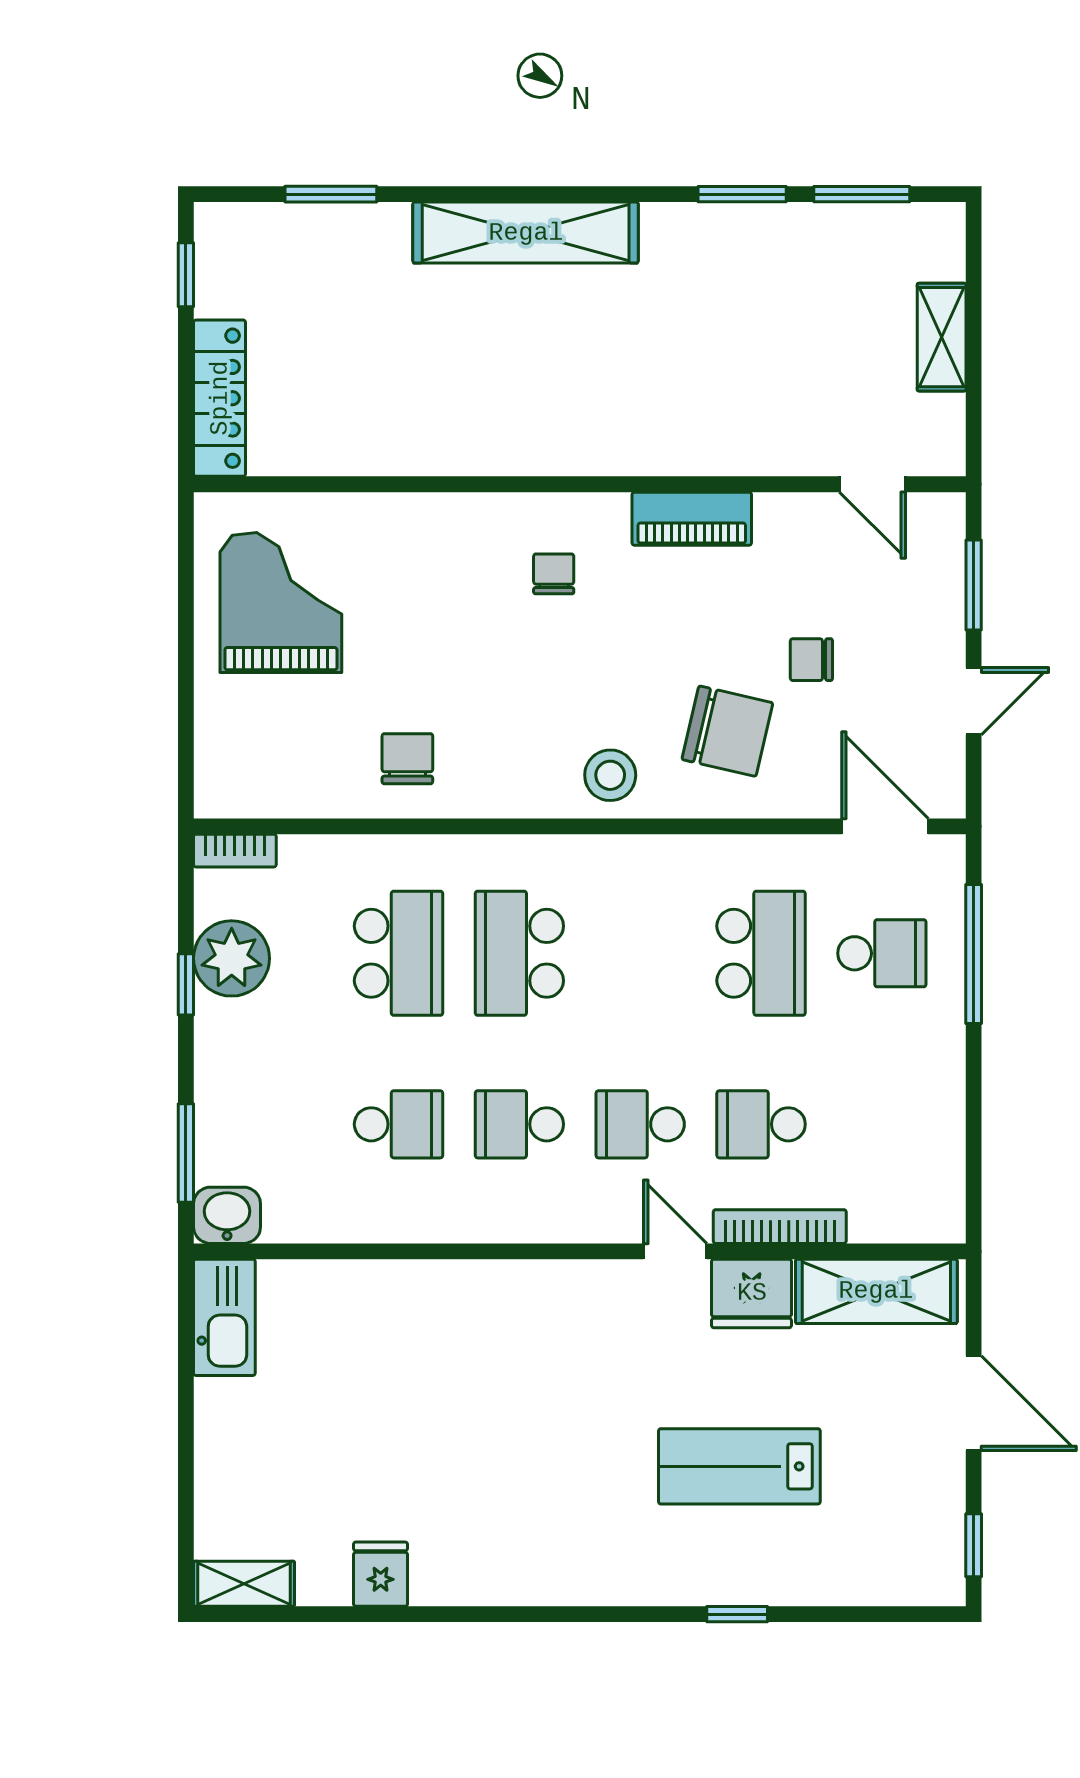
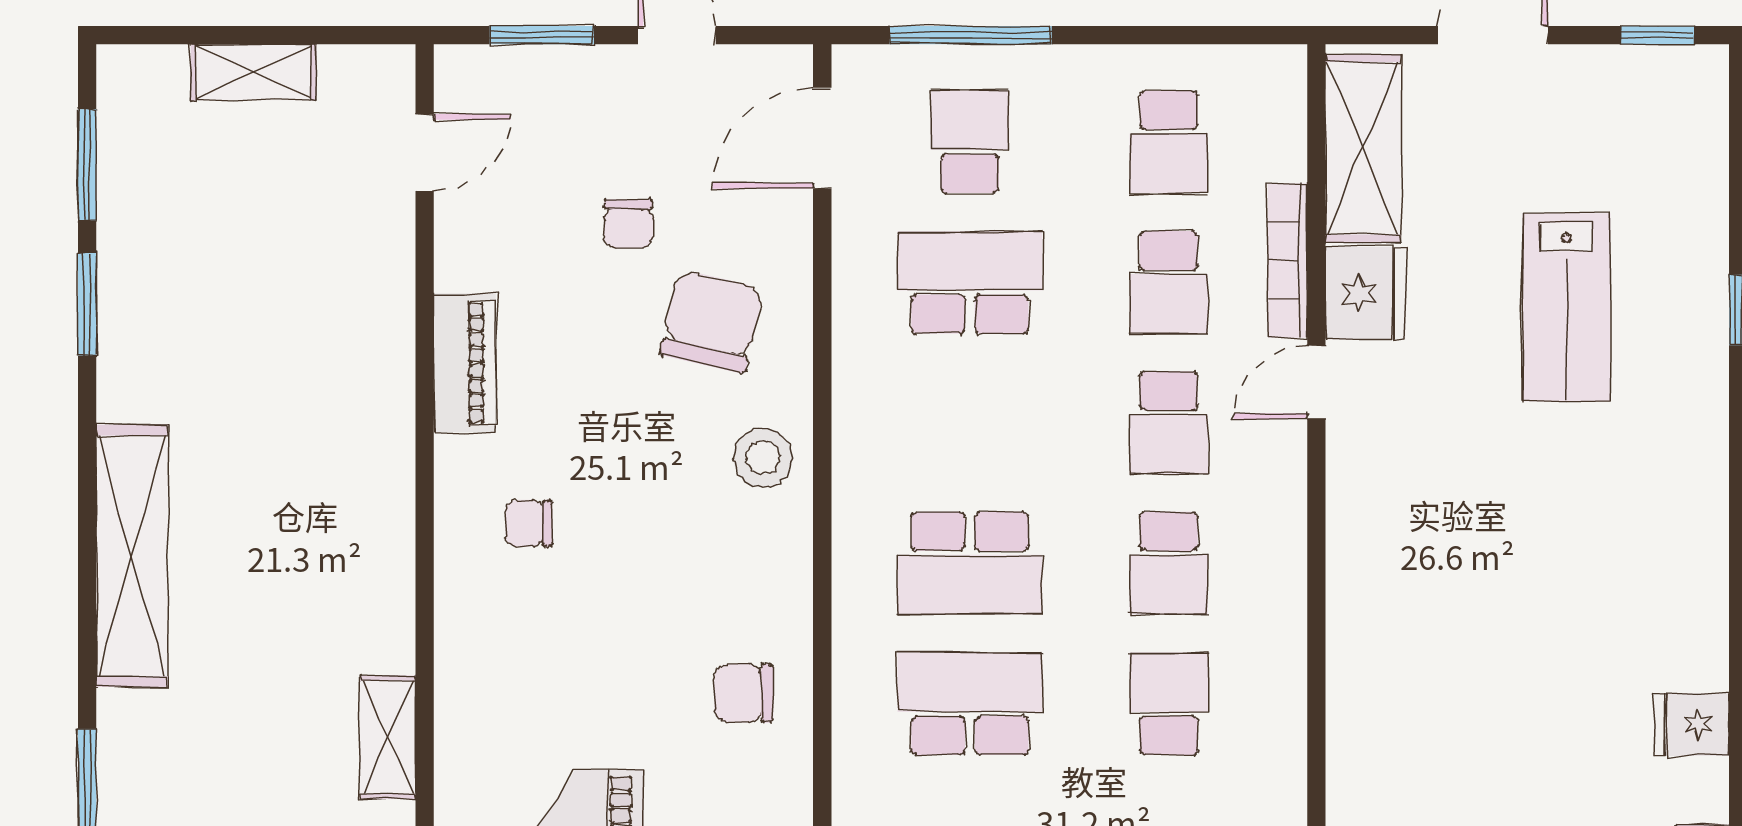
shelving: (370, 453) -> (388, 737), added
school desk: (882, 1124) -> (1169, 142), added

